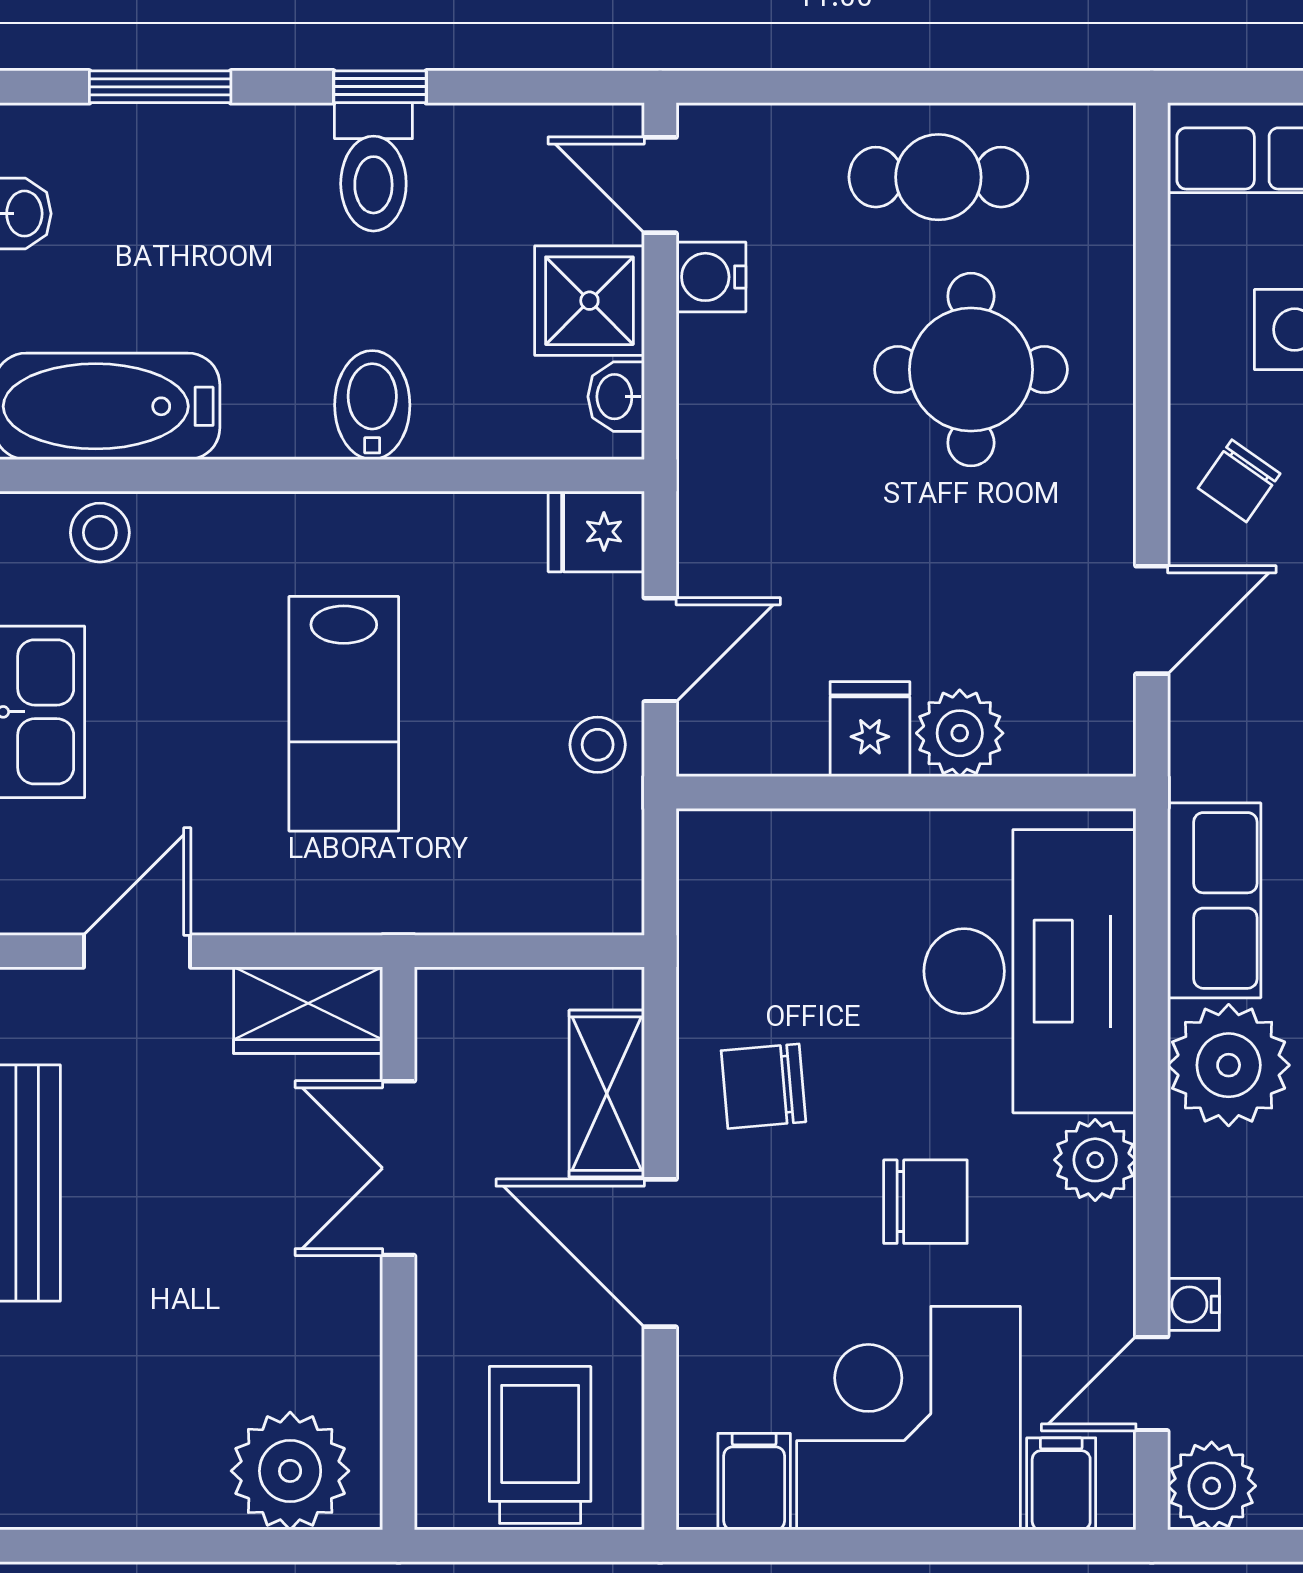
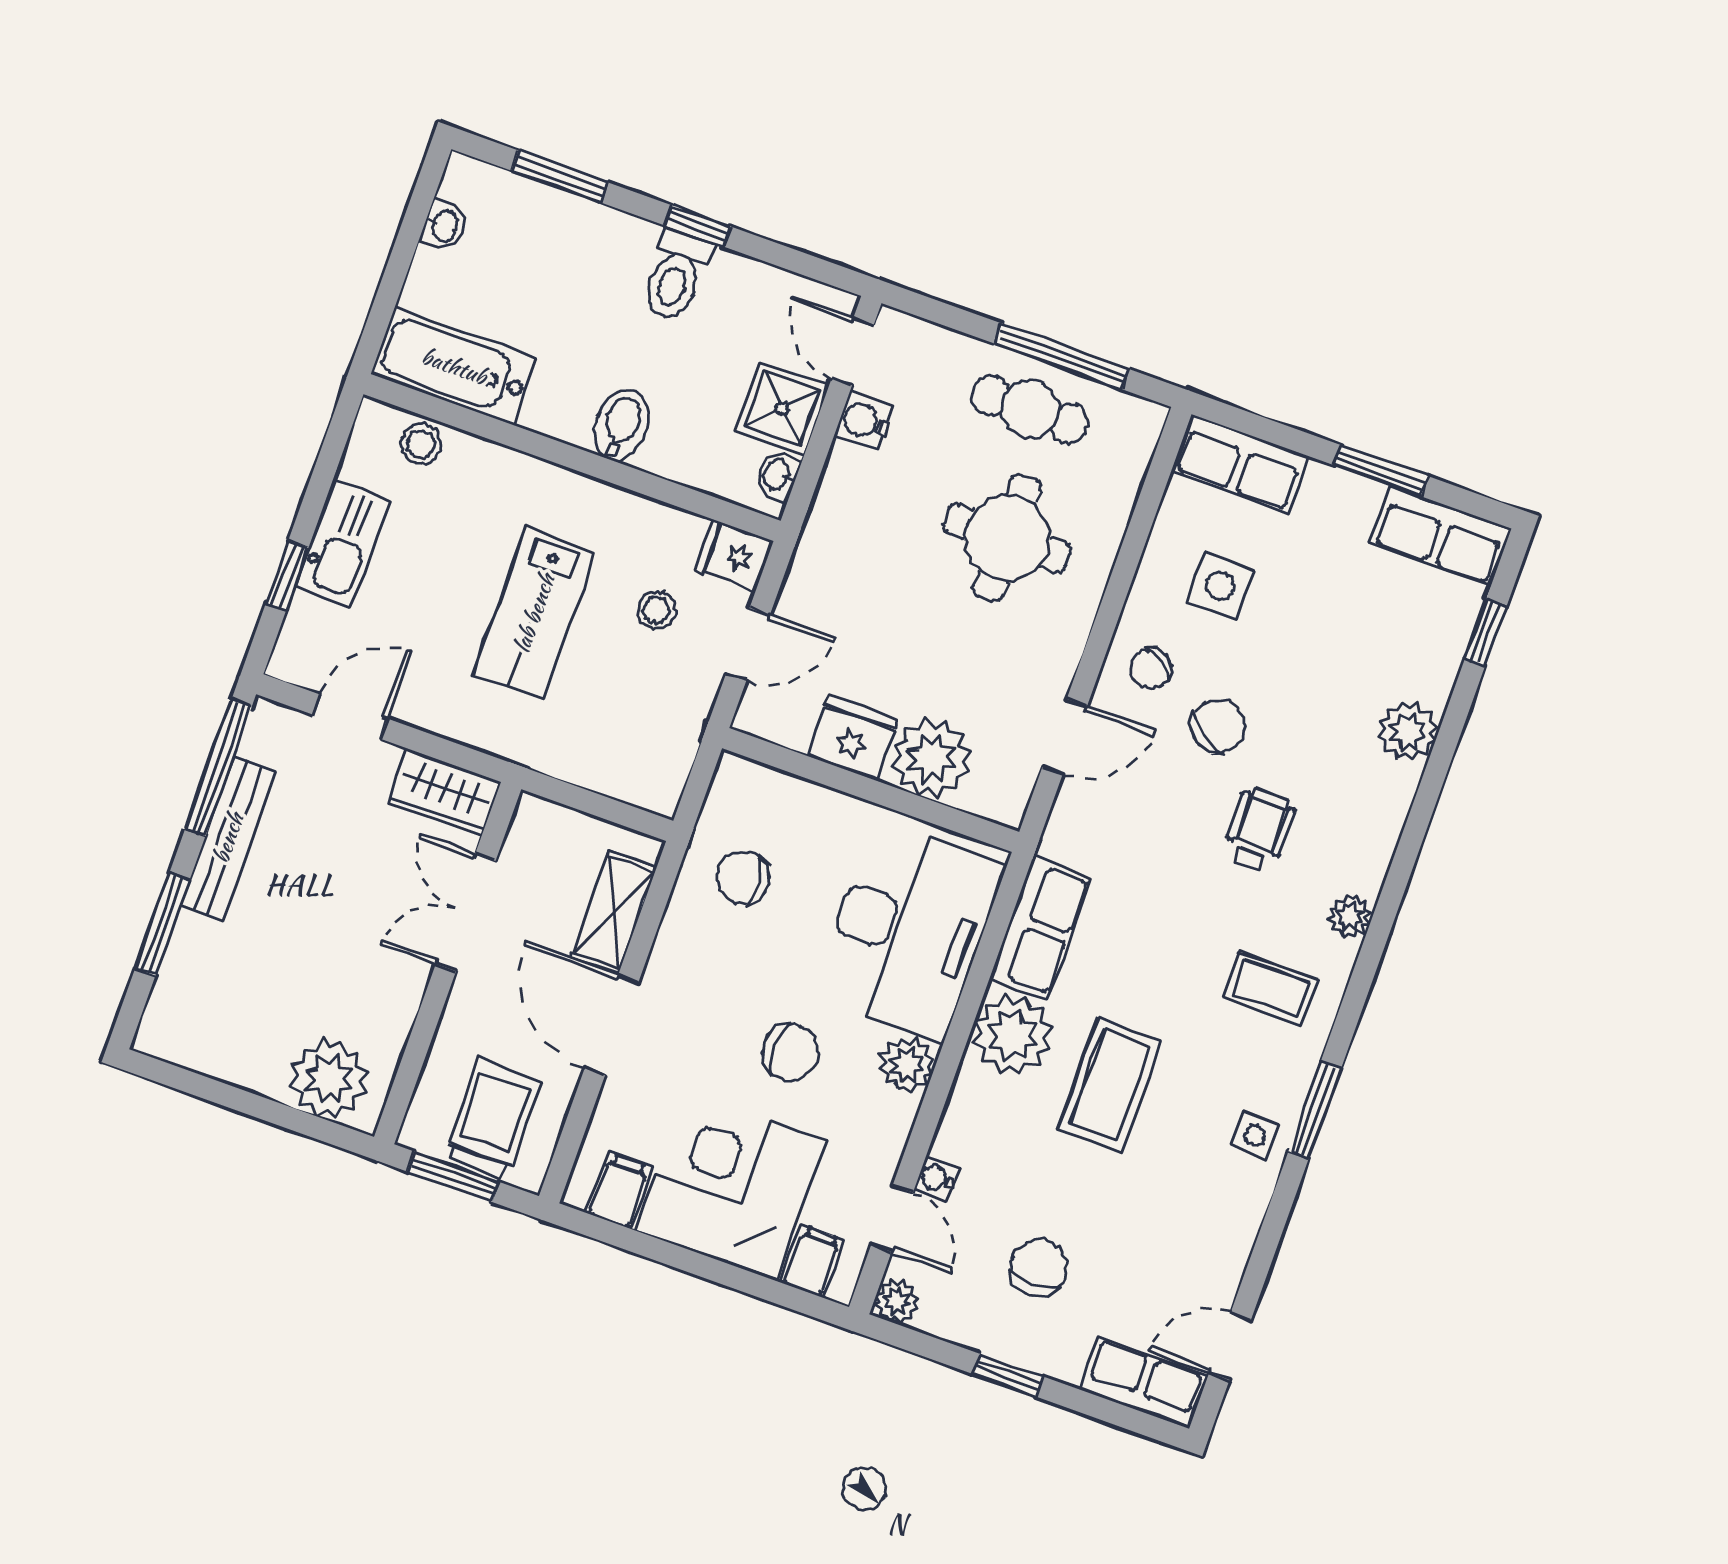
window: (957, 87) -> (1062, 356), added
fridge: (870, 729) -> (853, 739), width x1.38
plant: (960, 733) -> (931, 758), width x1.36, depth x1.36
stool: (598, 745) -> (657, 610), moved
chair: (763, 1086) -> (742, 878), moved
door: (1152, 1384) -> (892, 1218), swing flipped
plant: (1212, 1486) -> (897, 1301), width x0.73, depth x0.73
window: (514, 1546) -> (453, 1177), added

